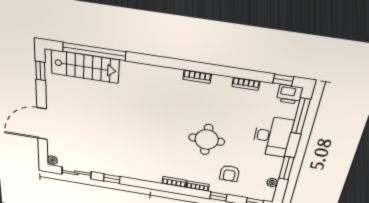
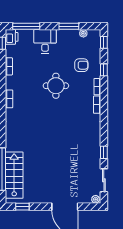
desk: (272, 136) -> (45, 41), width x0.73

